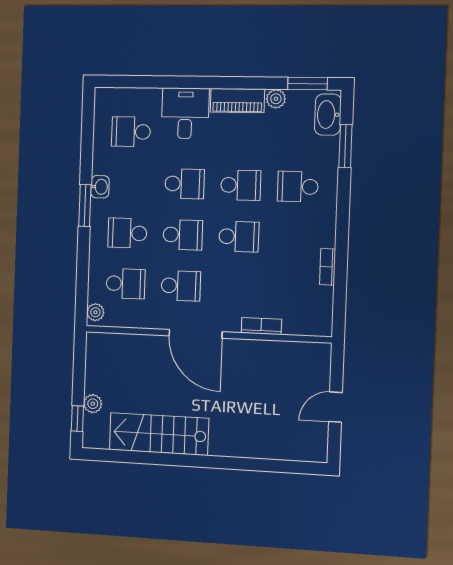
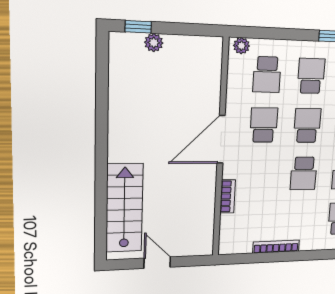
school desk: (183, 235) -> (307, 125), turned 180
bookcase: (328, 267) -> (276, 247), width x1.56
school desk: (181, 286) -> (264, 125), turned 180
stairs: (159, 434) -> (124, 208), moved

